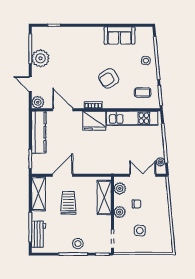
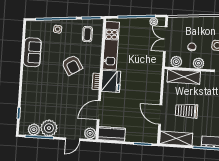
plant: (38, 42) -> (34, 130), added
kitchen counter: (39, 132) -> (112, 134), width x0.67

